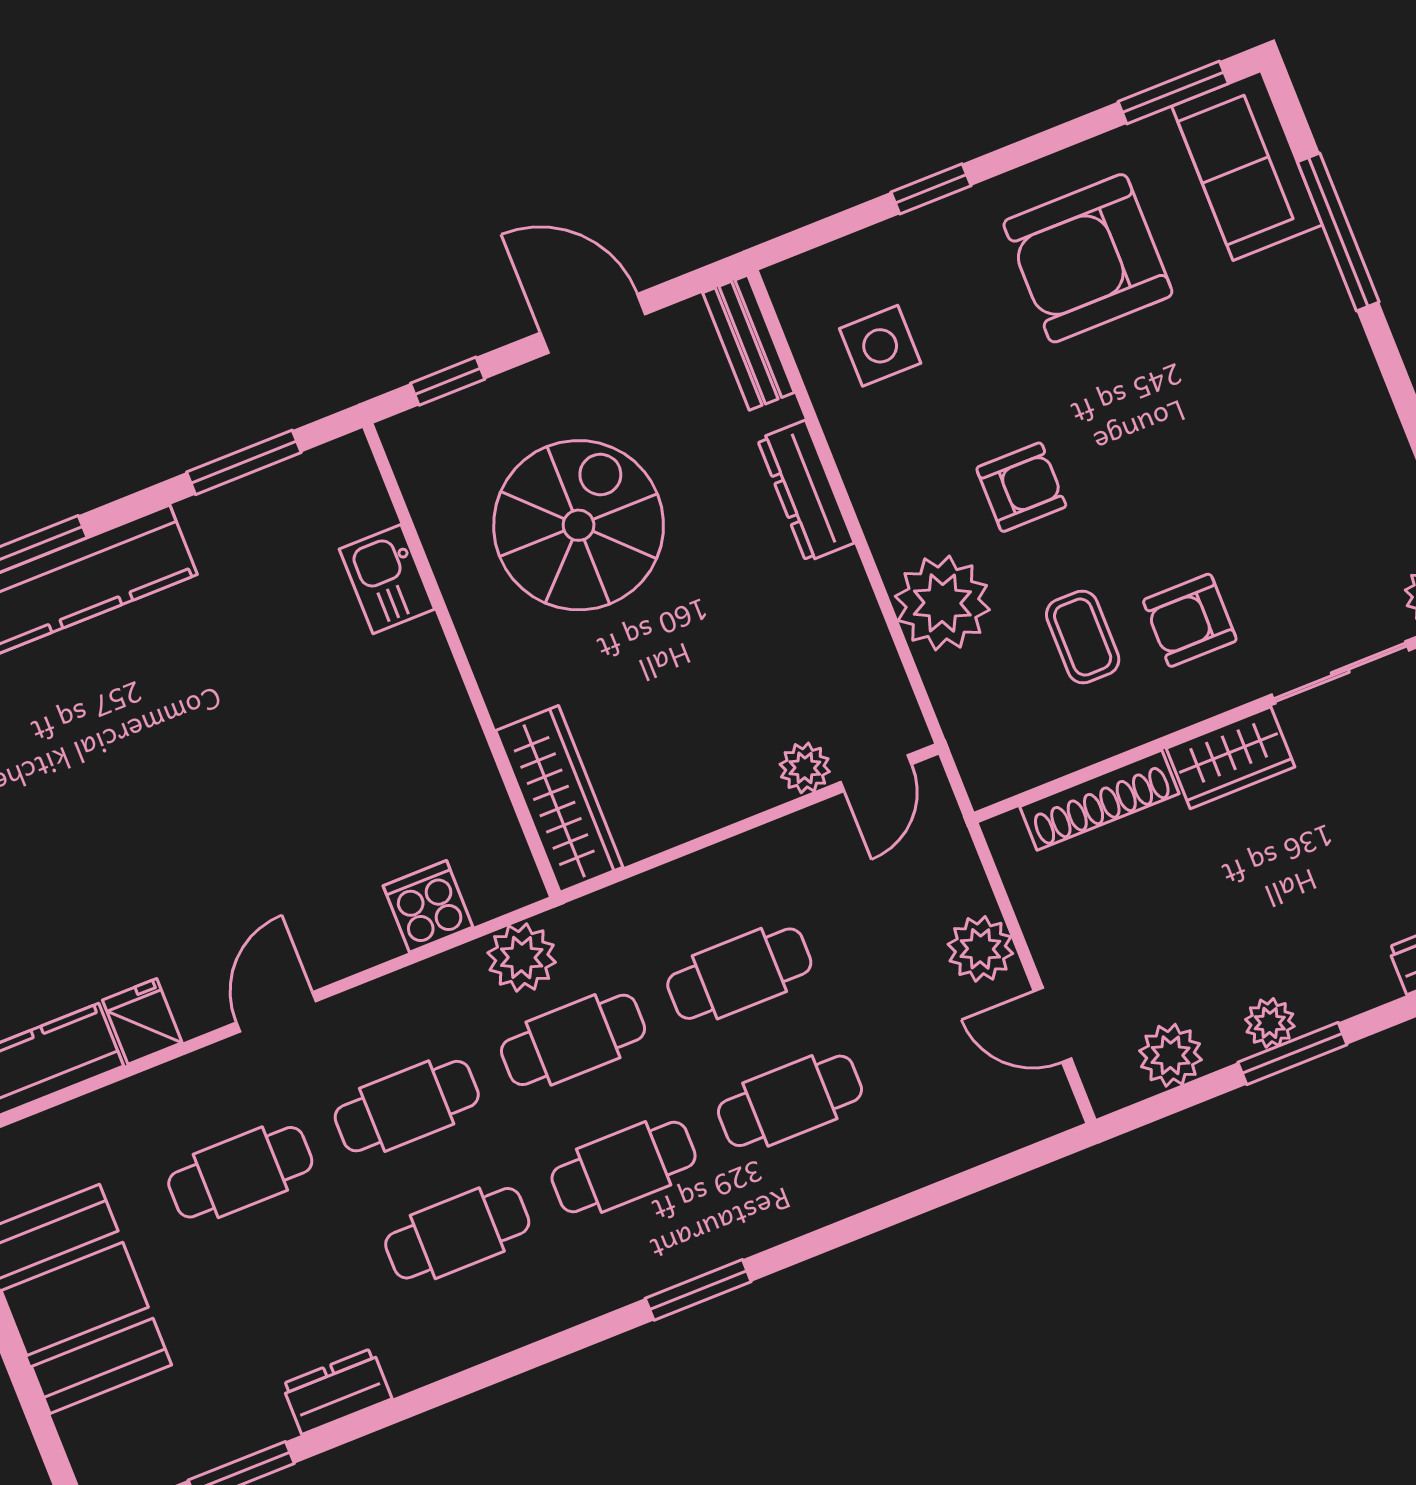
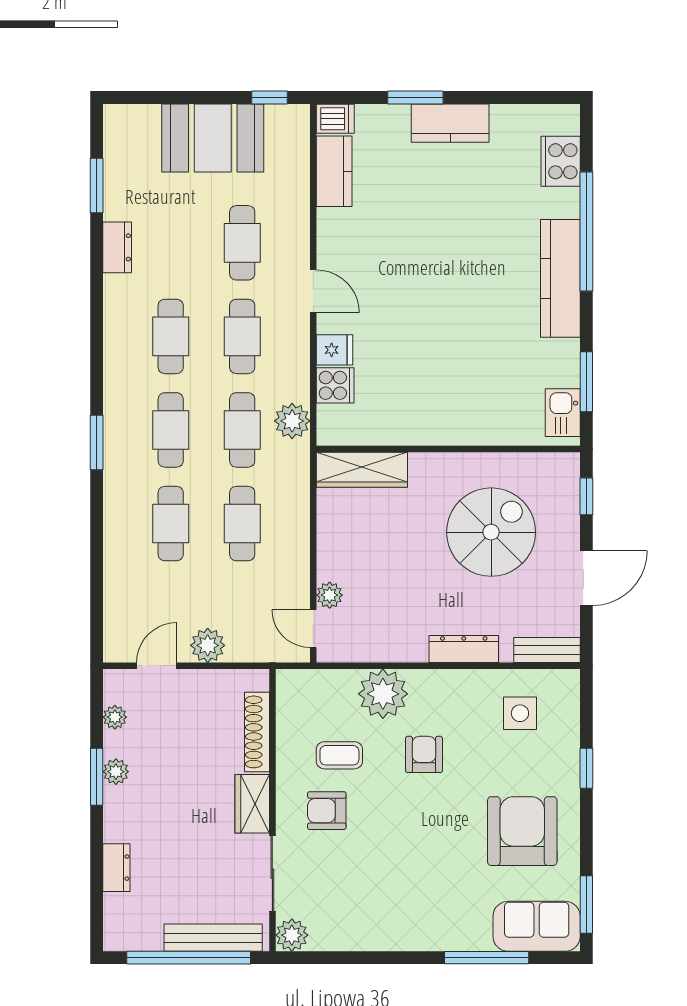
armchair: (1021, 487) -> (424, 754), turned 180
spiral stairs: (579, 525) -> (491, 532), turned -90
kitchen sink: (387, 579) -> (563, 413), moved, turned -90
armchair: (1190, 620) -> (327, 811), turned -90
fridge: (142, 1021) -> (334, 350), moved
plant: (1171, 1055) -> (115, 717), width x0.73, depth x0.73

